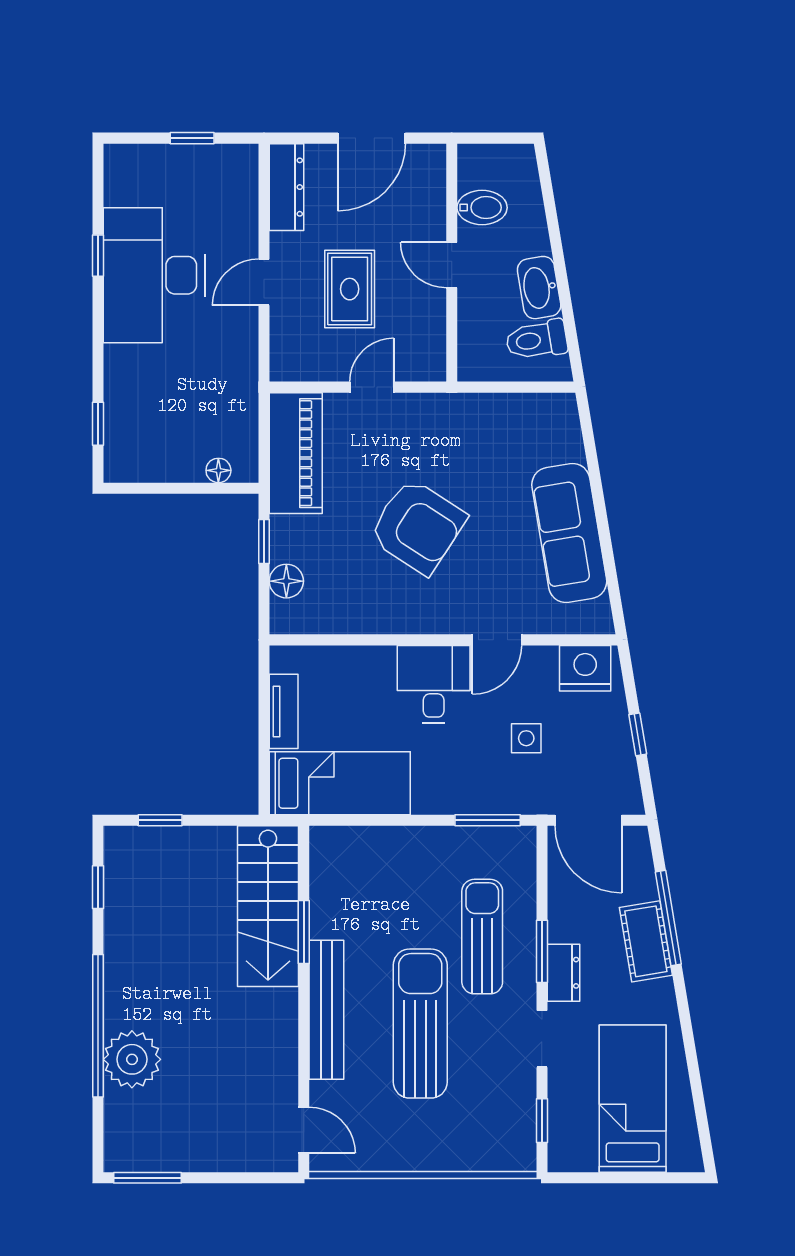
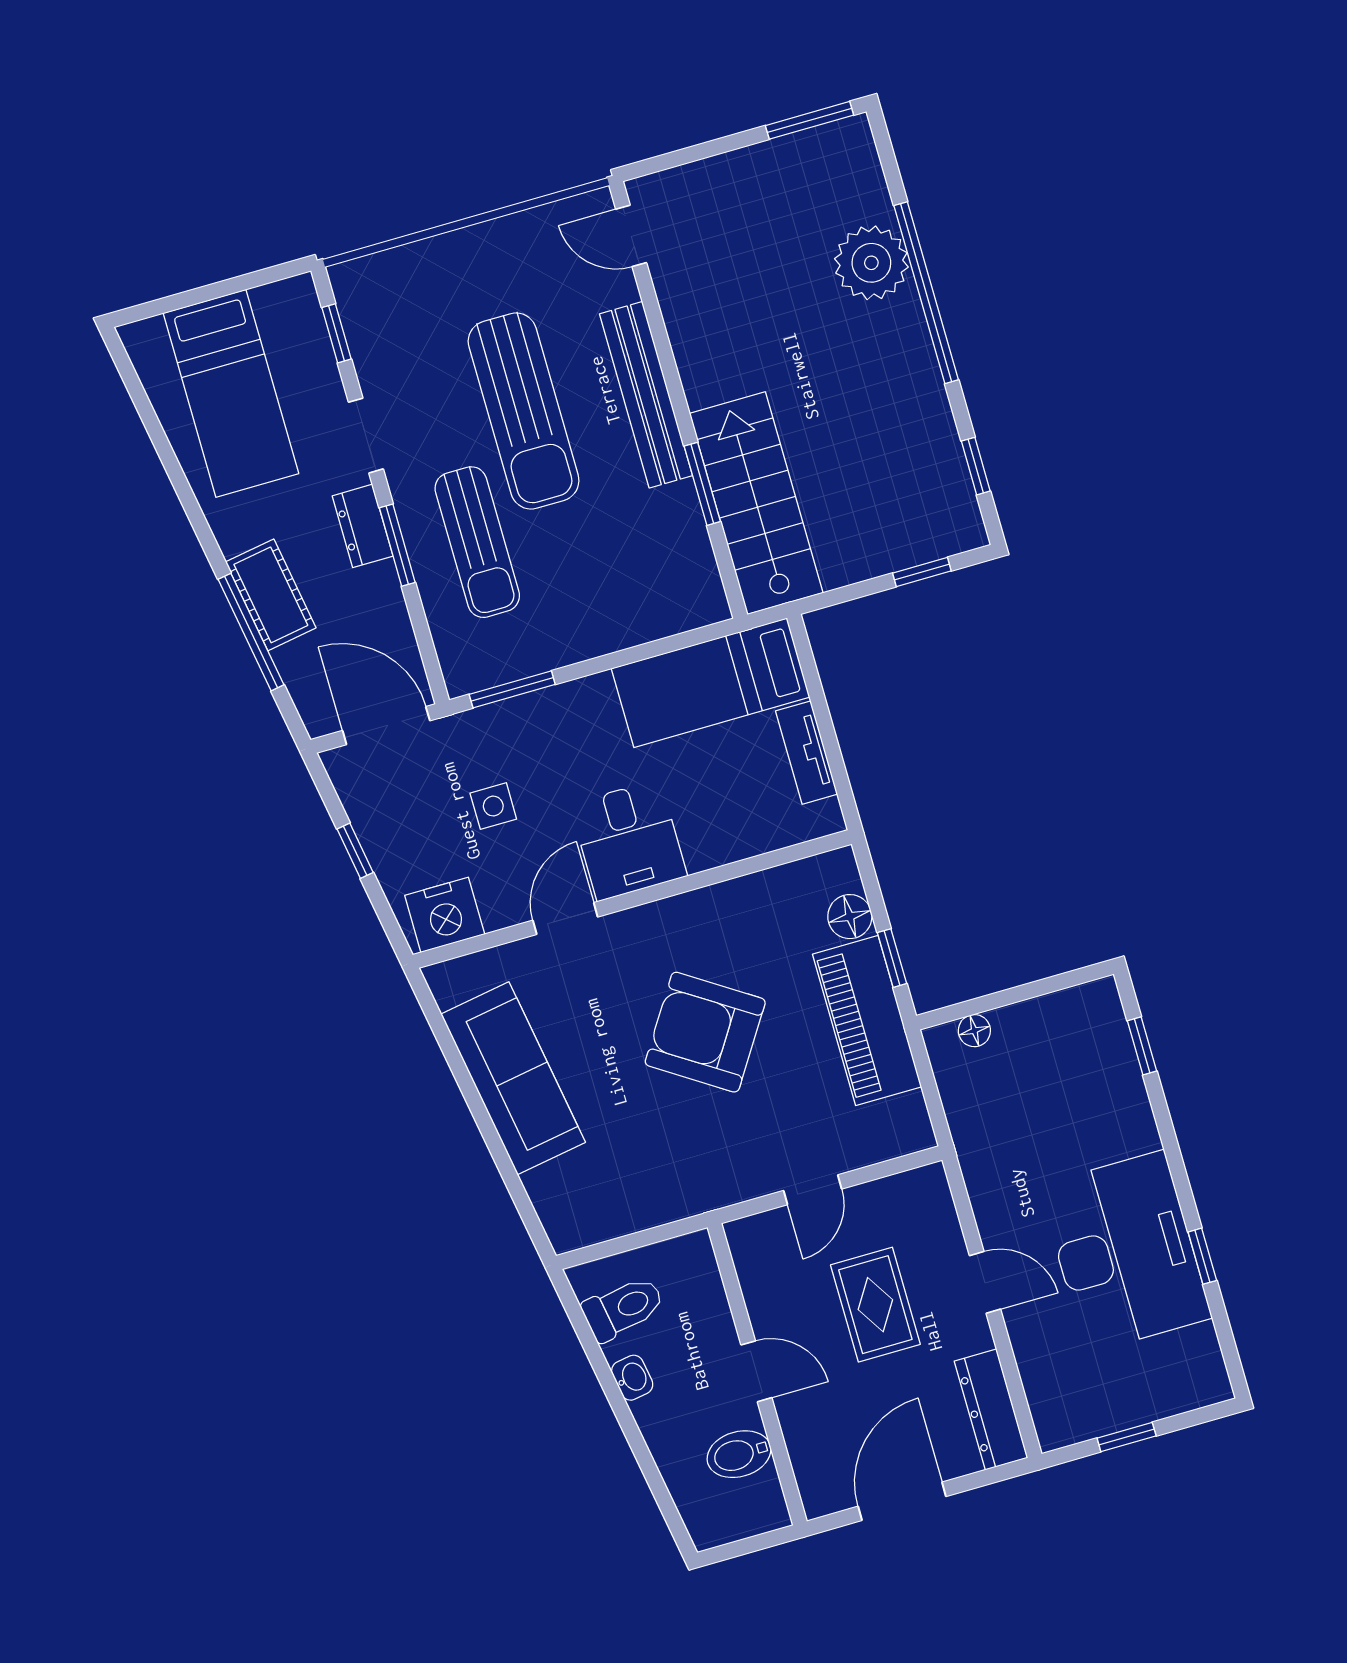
door: (264, 282) -> (985, 1282), hinge flipped
washbasin: (539, 288) -> (632, 1378), width x0.52, depth x0.69
piano: (296, 453) -> (867, 1020), moved

